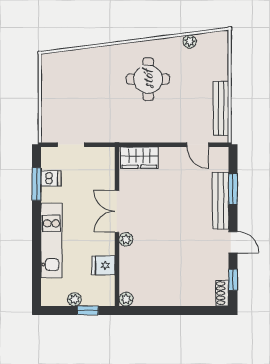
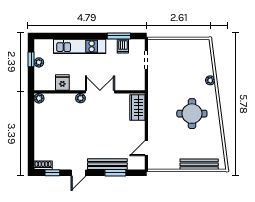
plant: (190, 42) -> (210, 80), moved
bench: (221, 108) -> (199, 164), moved
window: (88, 310) -> (31, 59), moved

